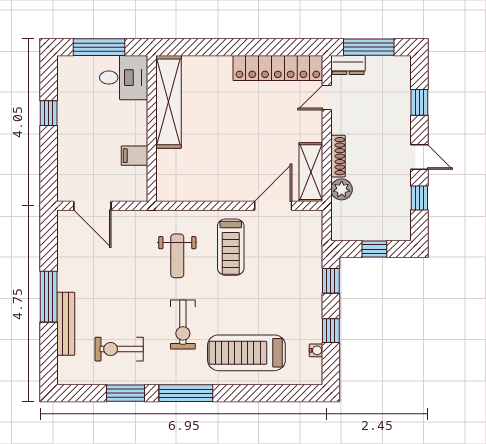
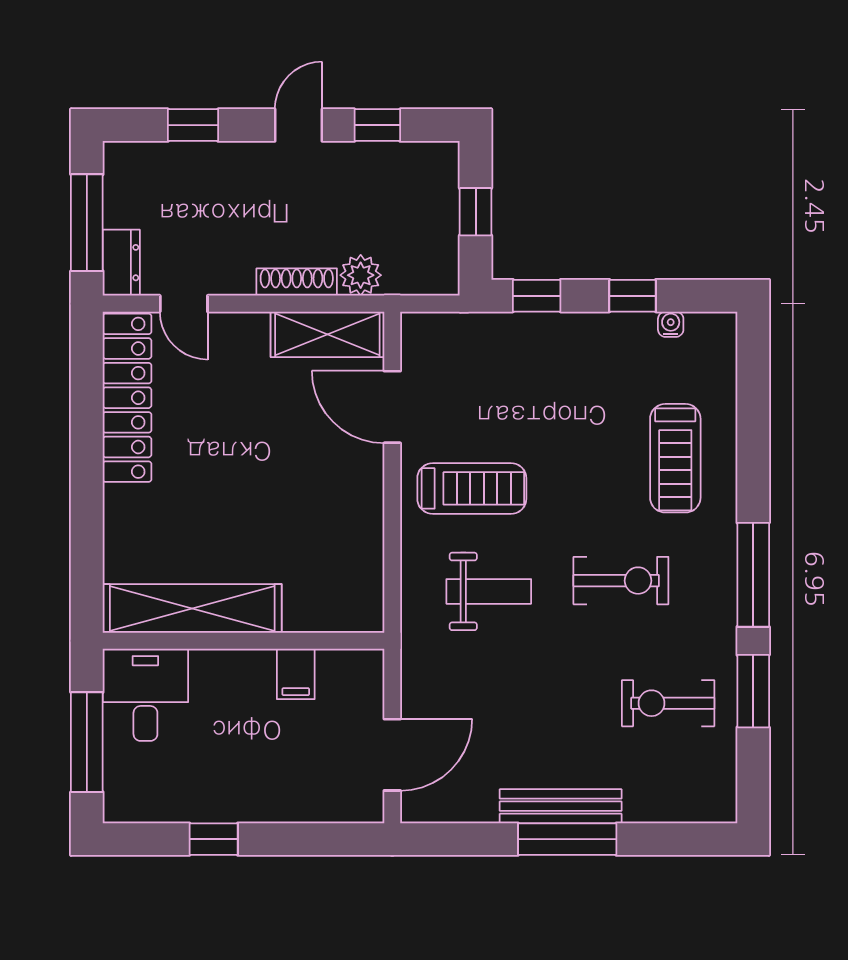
bench: (66, 324) -> (561, 806), moved
exercise bike: (119, 349) -> (668, 703), turned 90
treadmill: (246, 353) -> (675, 458), width x0.73, depth x0.73

